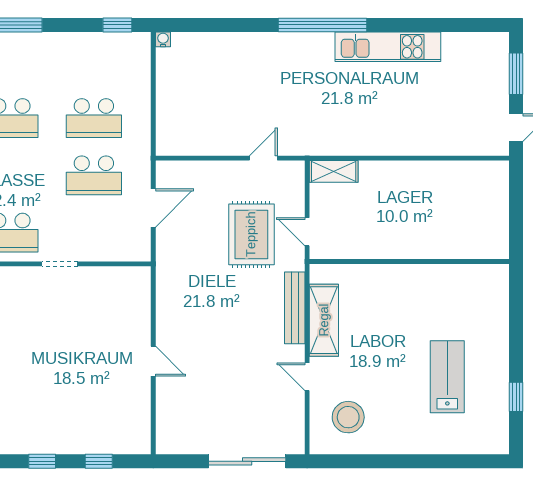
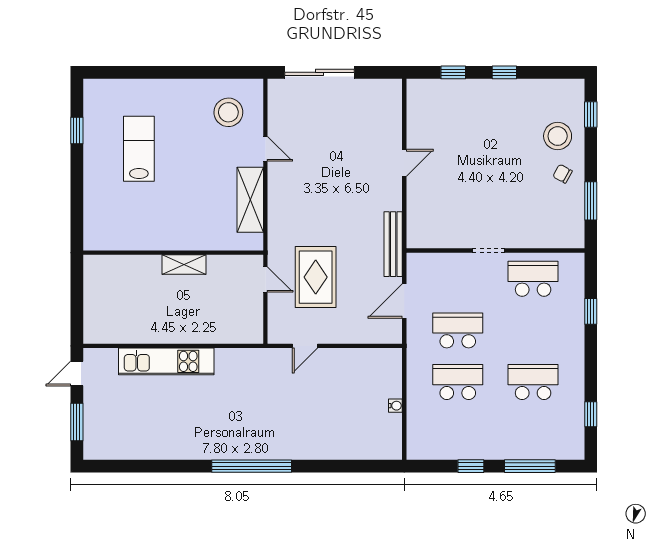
window: (117, 25) -> (471, 466), moved
water cooler: (163, 39) -> (395, 406), moved, turned -90
kitchen unit: (388, 47) -> (166, 361), moved, turned 180
shelving: (334, 171) -> (184, 265), moved
bench: (295, 308) -> (393, 244), moved
door: (153, 361) -> (404, 163), swing flipped
lab bench: (447, 377) -> (139, 149), turned 180

